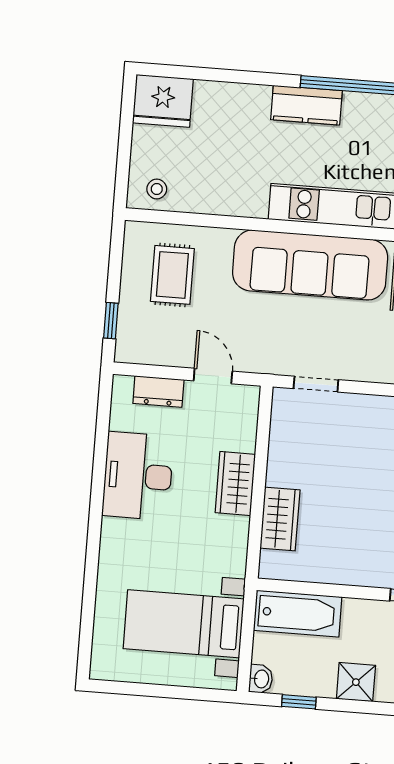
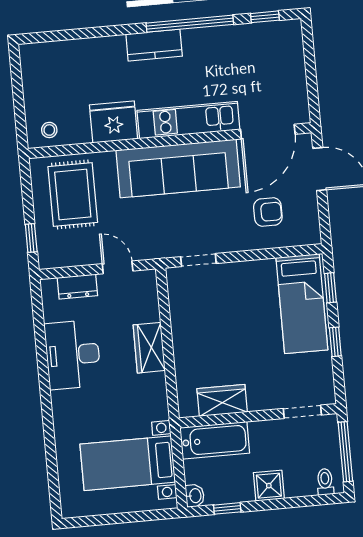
fridge: (163, 101) -> (114, 122), moved, turned 180
rug: (172, 275) -> (73, 194), width x1.36, depth x1.43
wardrobe: (280, 519) -> (222, 400), moved, turned -90

